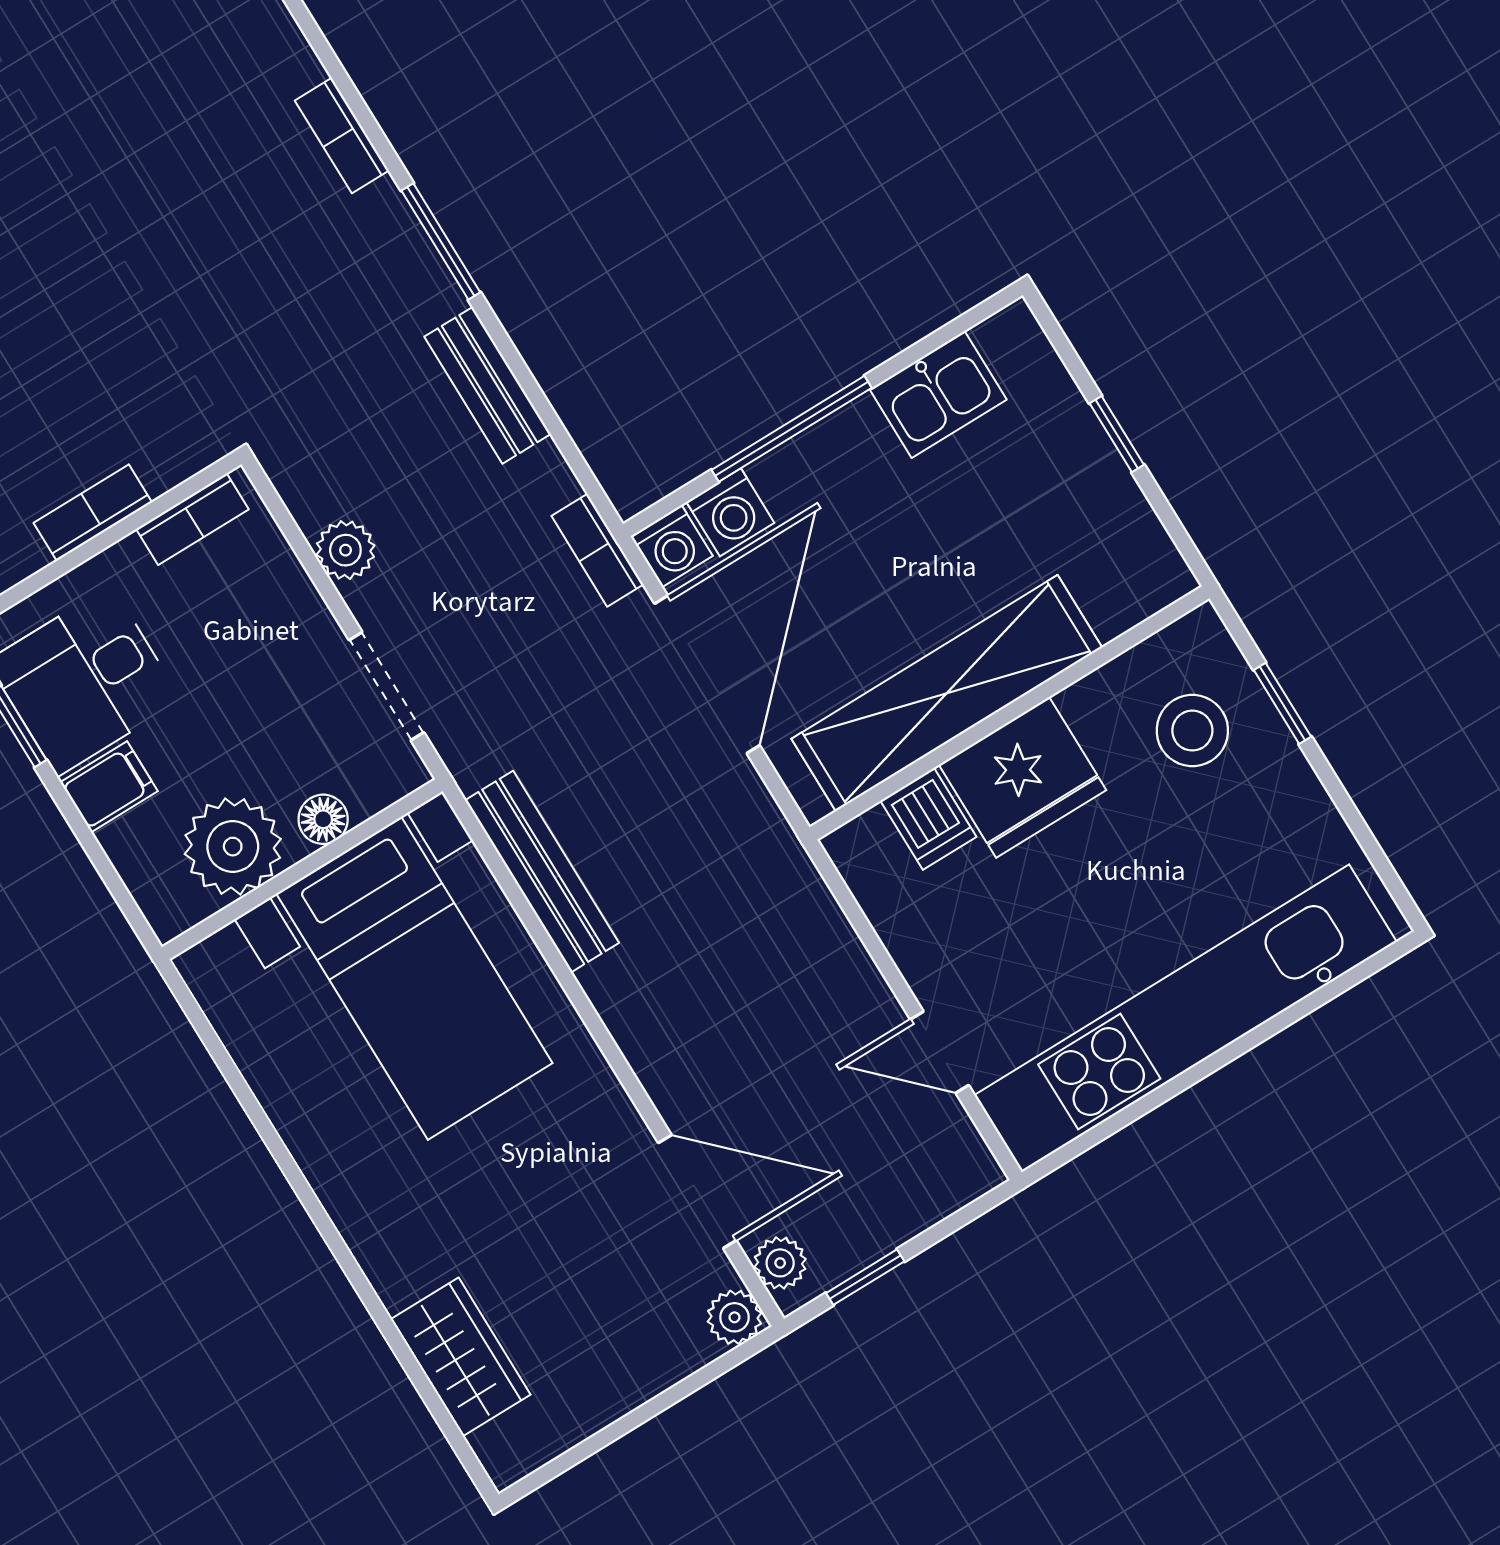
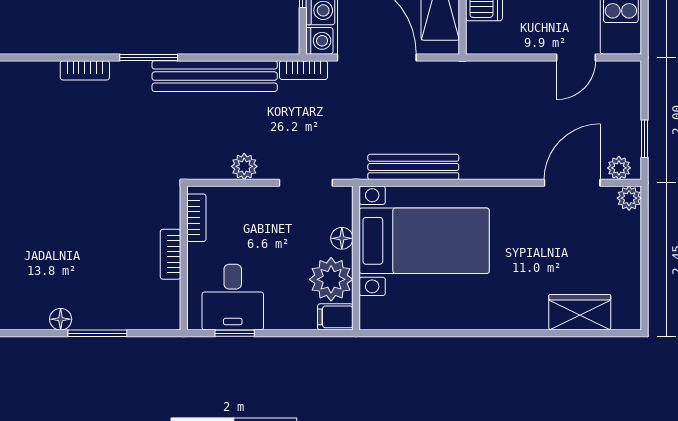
bench: (488, 385) -> (215, 76), width x1.86, depth x1.21
filing cabinet: (109, 787) -> (335, 317), moved, turned -90

